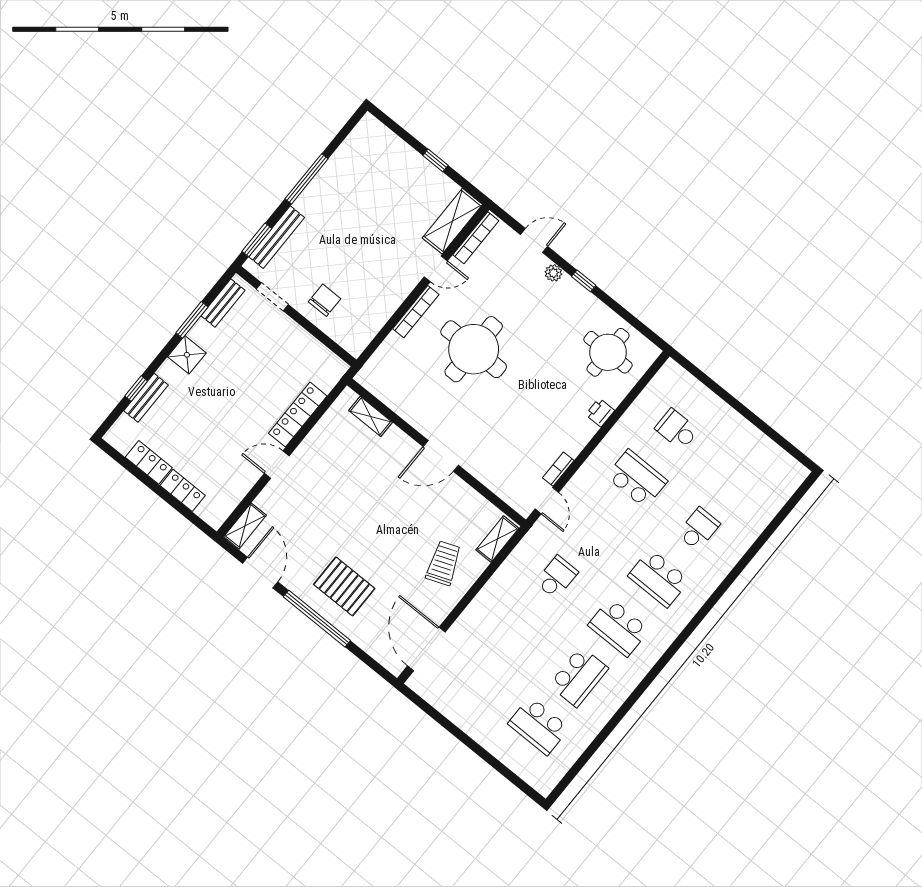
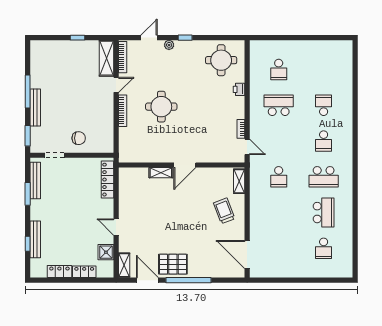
bench: (277, 237) -> (35, 108), moved
chair: (325, 300) -> (79, 138), turned 90
bench: (223, 303) -> (35, 180), width x1.36
round table: (474, 349) -> (161, 107), width x0.73, depth x0.73
shower: (187, 355) -> (106, 252), moved
bench: (146, 398) -> (35, 239), width x1.36
locker: (298, 415) -> (108, 180), moved
shelving: (370, 416) -> (161, 173), moved
school desk: (677, 429) -> (279, 69), turned -90
door: (277, 465) -> (116, 227), hinge flipped
school desk: (557, 577) -> (279, 177), turned 180
school desk: (659, 578) -> (324, 141), width x0.54
pallet: (344, 586) -> (173, 264), moved
school desk: (539, 726) -> (324, 248), width x0.54

